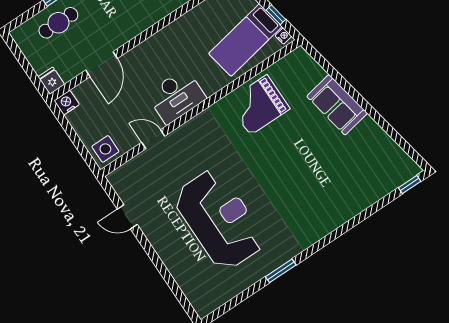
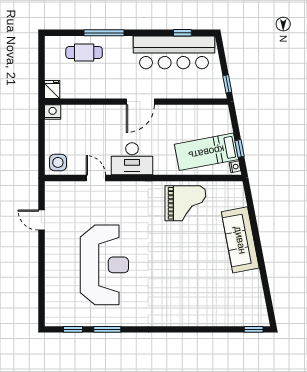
door: (102, 64) -> (140, 102), moved
grand piano: (259, 105) -> (185, 203), turned 180
sofa: (337, 105) -> (240, 240), width x1.36
window: (281, 271) -> (107, 329), moved
window: (231, 304) -> (73, 329), added

